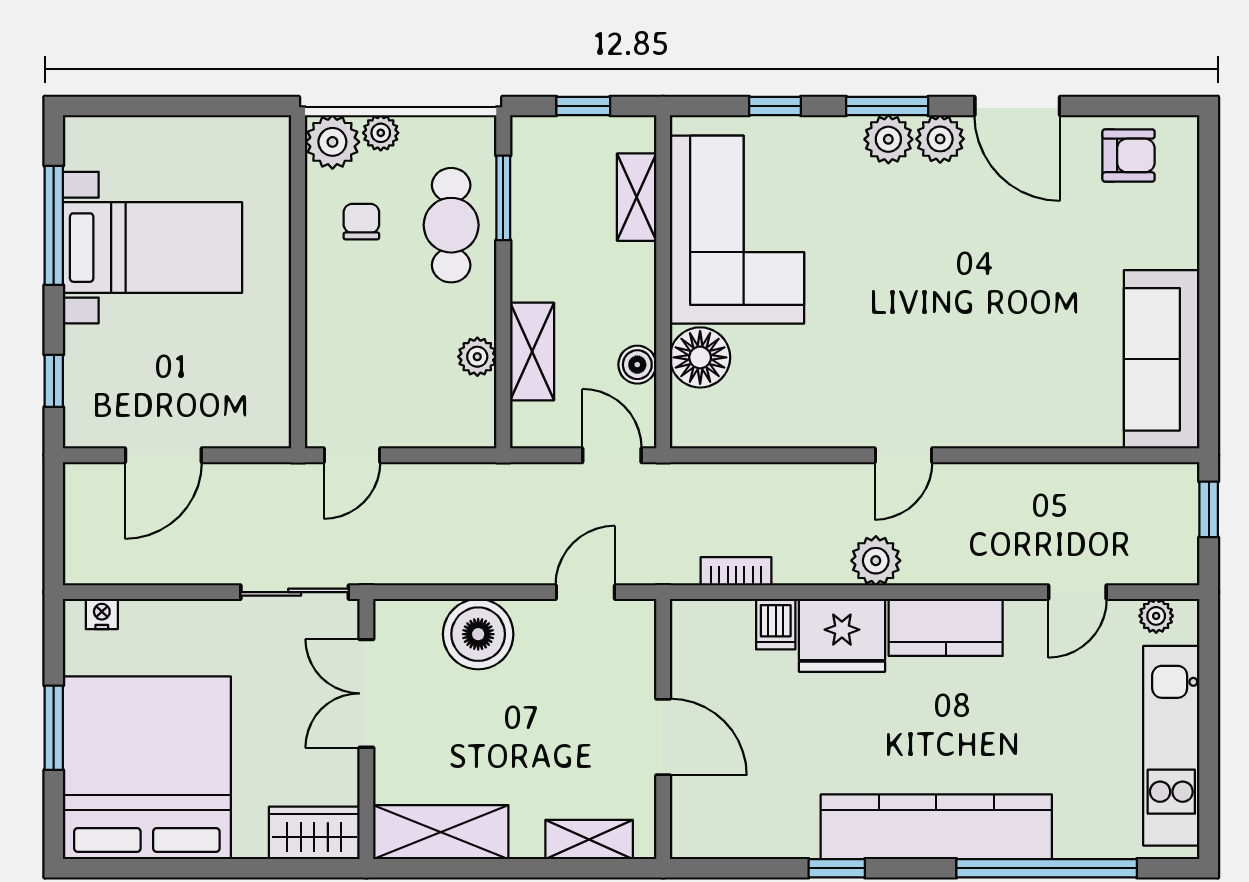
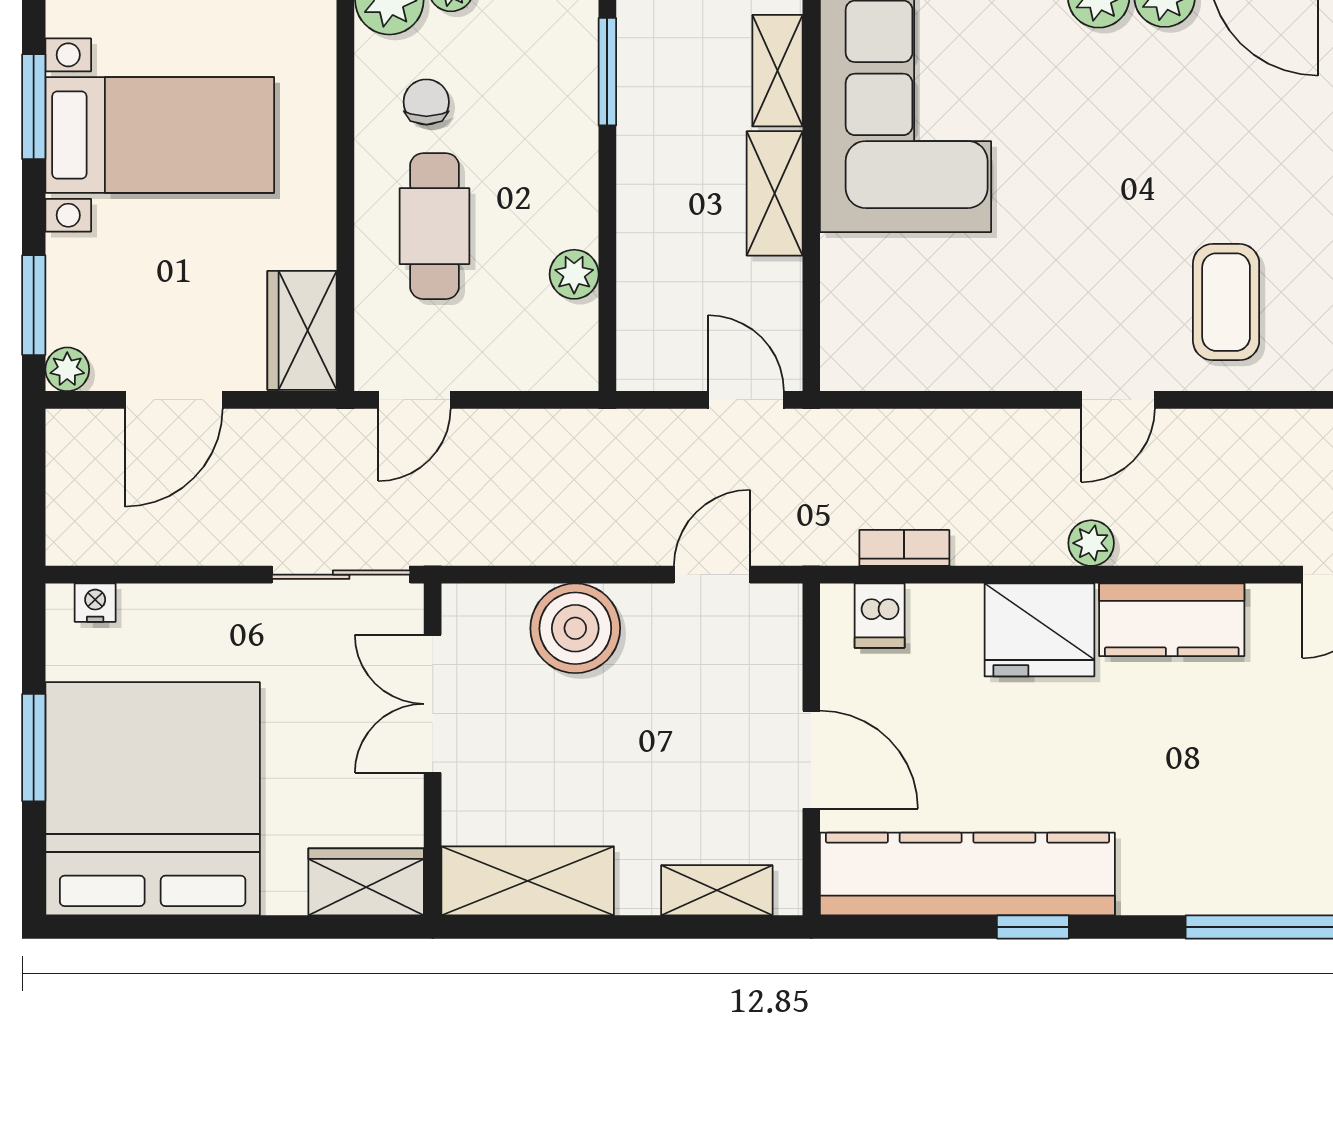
window: (54, 225) -> (34, 107), width x0.69
cafe table: (451, 225) -> (435, 226), moved
shelving: (532, 351) -> (775, 193), moved
floor lamp: (700, 357) -> (858, 275), removed
boiler: (637, 365) -> (778, 284), removed
coffee table: (988, 378) -> (1226, 302), added
window: (54, 381) -> (34, 305), width x1.50
wardrobe: (264, 401) -> (302, 330), added
plant: (80, 431) -> (67, 369), added
plant: (876, 561) -> (1091, 543), width x0.73, depth x0.73
dishwasher: (776, 624) -> (880, 616), moved
kitchen counter: (936, 827) -> (967, 874), moved

